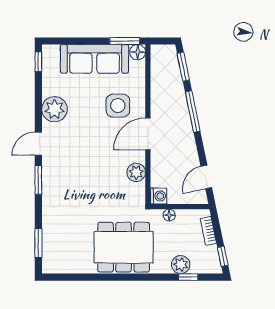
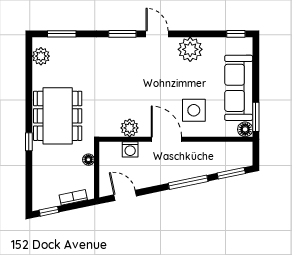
washing machine: (159, 196) -> (130, 149), moved
plant: (181, 265) -> (41, 56), moved
window: (188, 277) -> (29, 142), moved

